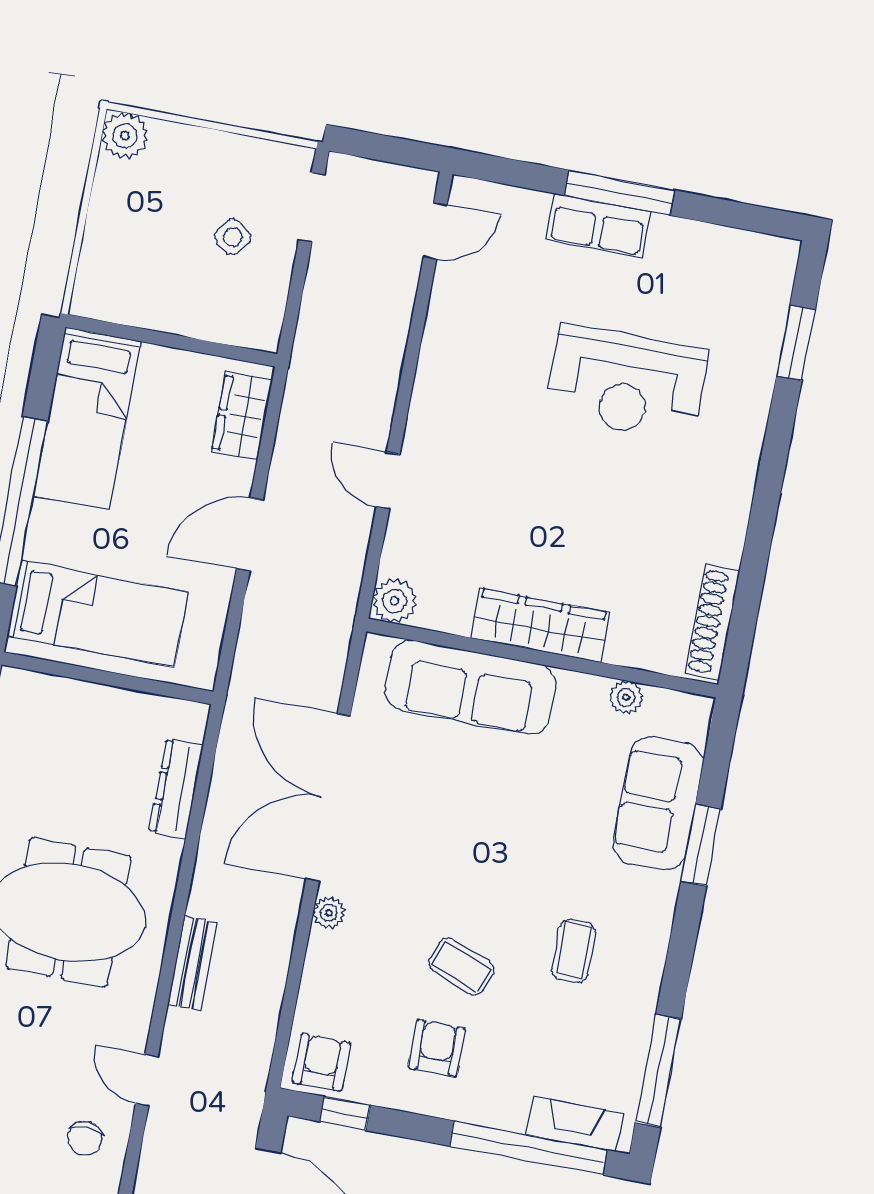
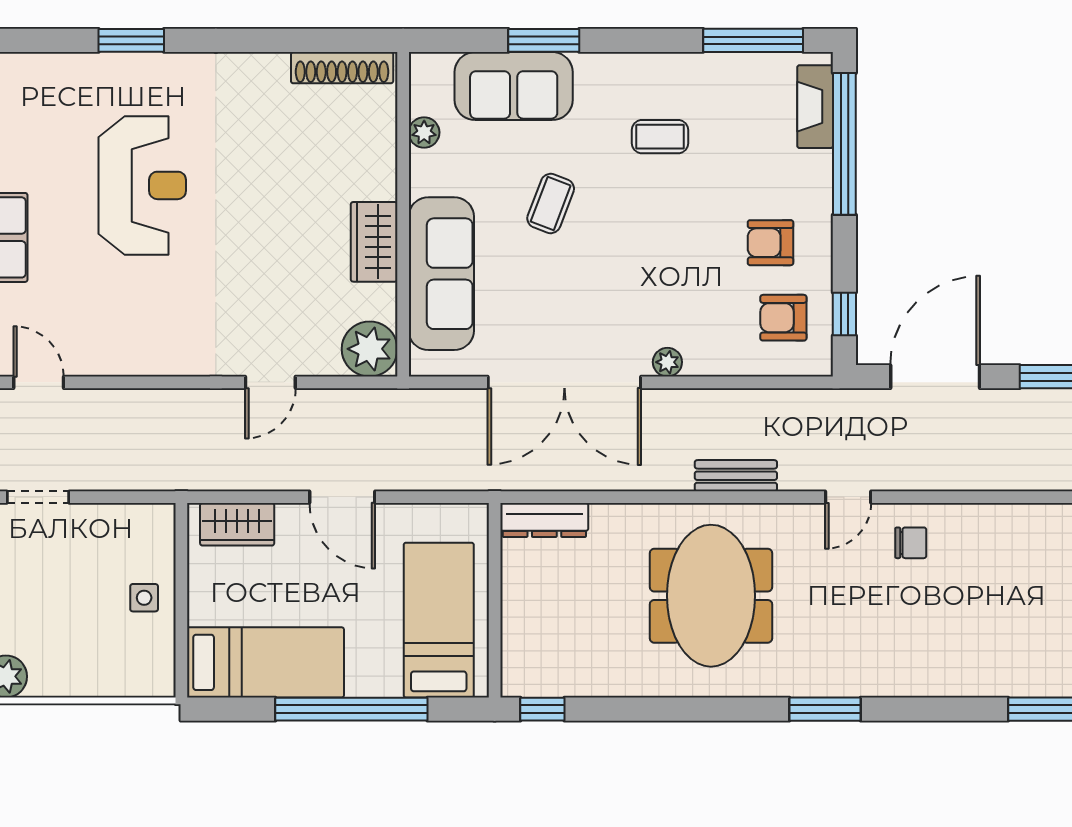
side table: (233, 237) -> (144, 598), moved, turned -36
window: (796, 343) -> (131, 40), moved
plant: (394, 601) -> (370, 349), width x1.36, depth x1.36
wardrobe: (540, 625) -> (374, 242), width x0.67
dresser: (176, 789) -> (544, 520), moved
coffee table: (461, 966) -> (551, 204), moved
armchair: (321, 1062) -> (783, 318), moved

